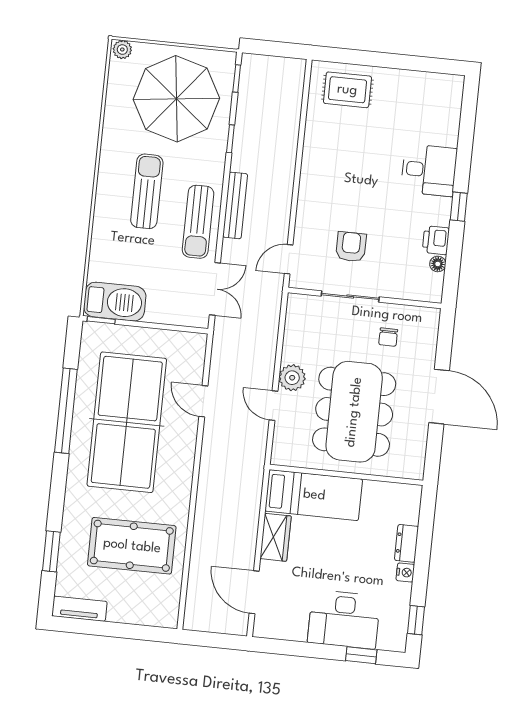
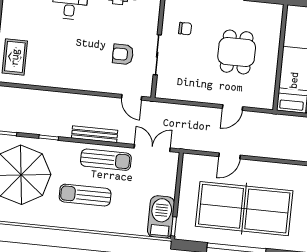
plant: (292, 378) -> (213, 95), removed
dining table: (354, 412) -> (237, 52), width x0.53, depth x0.80

